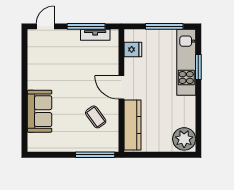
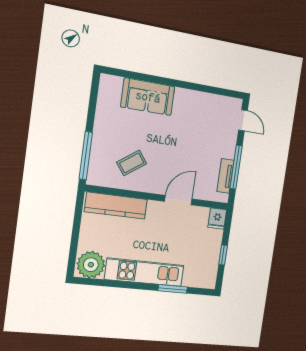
window: (164, 26) -> (223, 255), width x0.46
fridge: (133, 49) -> (217, 219), moved
kitchen unit: (186, 62) -> (145, 272), moved
door: (121, 87) -> (178, 200), moved

